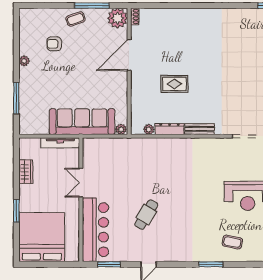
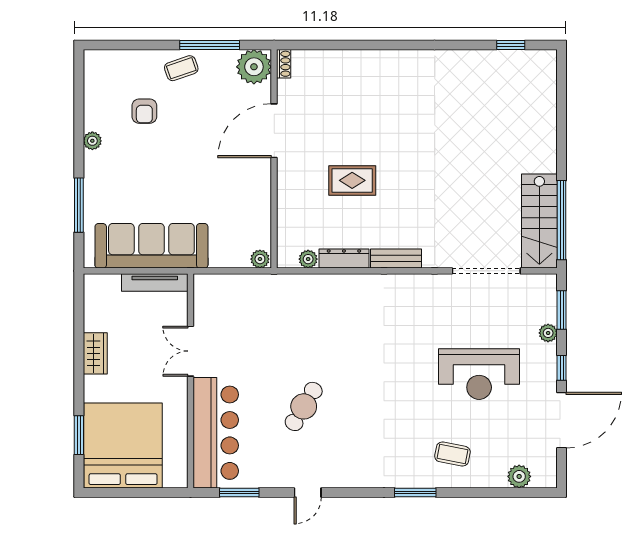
armchair: (54, 44) -> (144, 111), turned -90
sofa: (82, 122) -> (151, 246), moved
wardrobe: (26, 172) -> (95, 353), moved
window: (16, 211) -> (79, 435), moved

